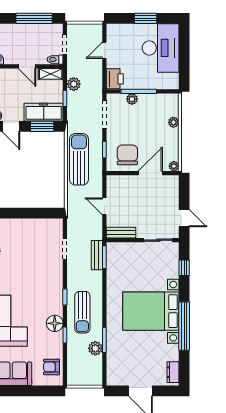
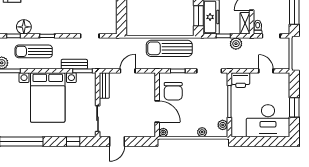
plant: (132, 99) -> (223, 125), moved
chair: (127, 155) -> (173, 91), turned 90
sun lounger: (79, 159) -> (169, 48), turned 180
bench: (97, 255) -> (74, 64), moved
bed with nightstands: (151, 311) -> (48, 97), moved, turned 180

